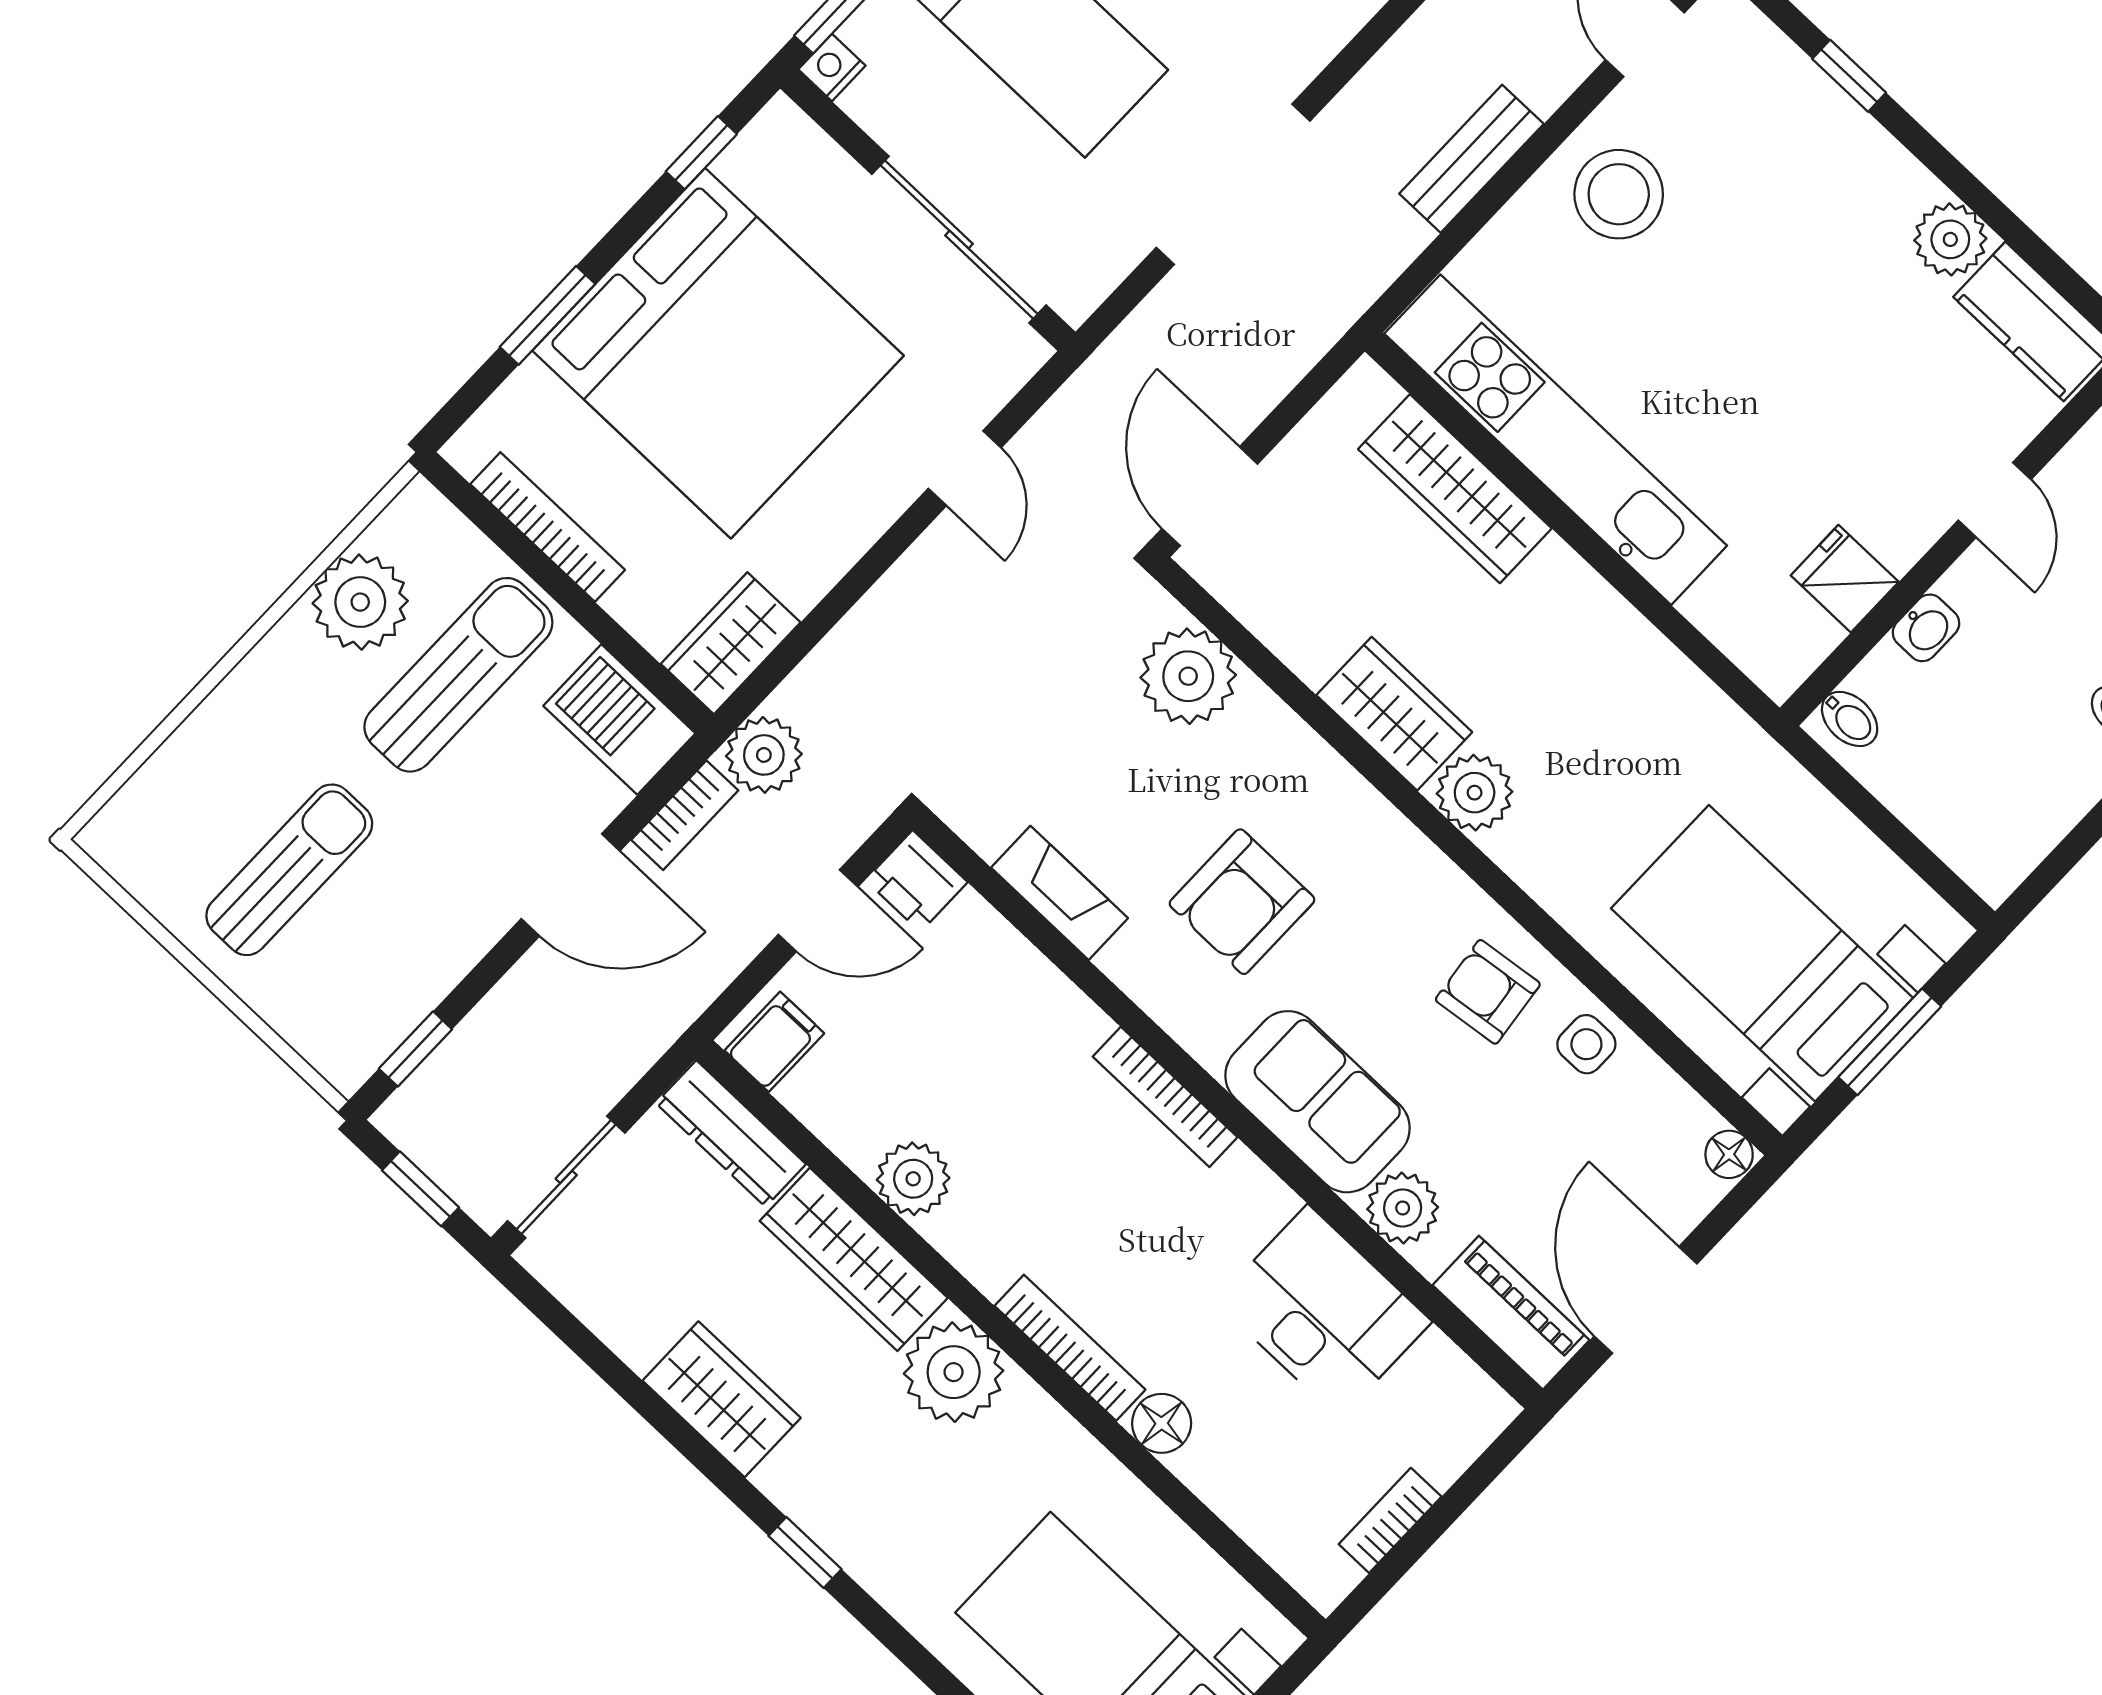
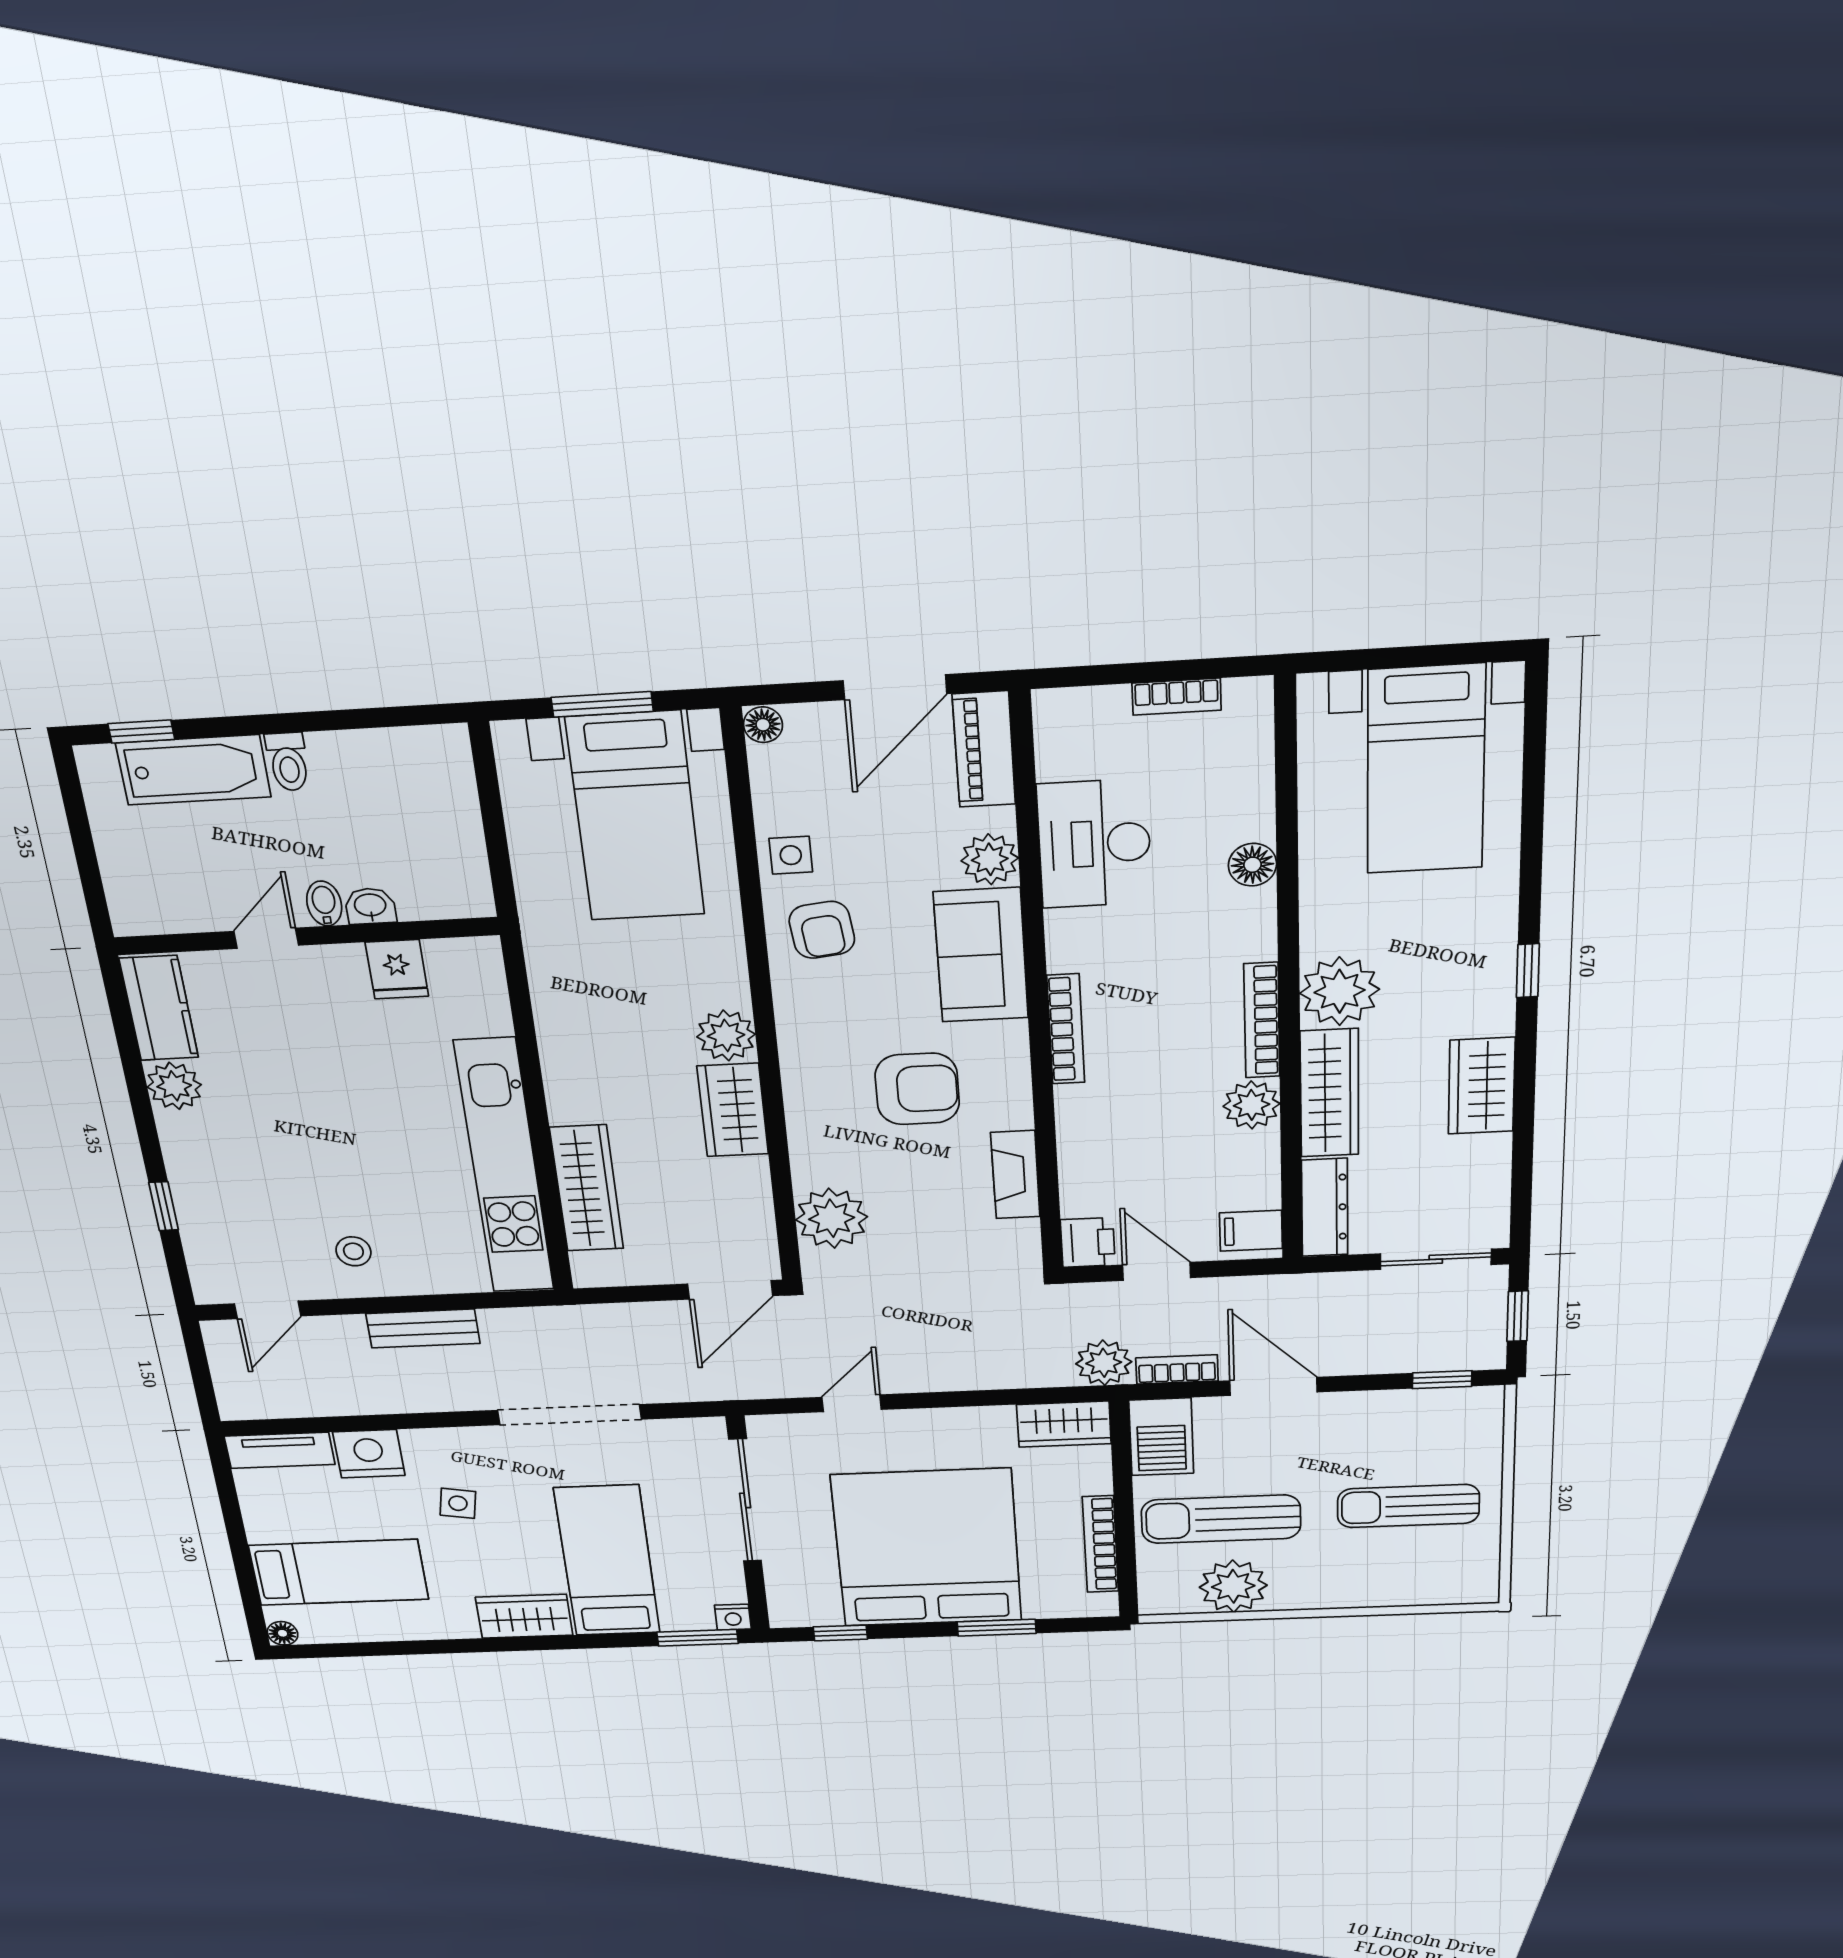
stool: (1619, 194) -> (353, 1251), width x0.53, depth x0.53
bidet: (1850, 719) -> (324, 903), moved
bookcase: (1070, 1348) -> (1262, 1020), moved

